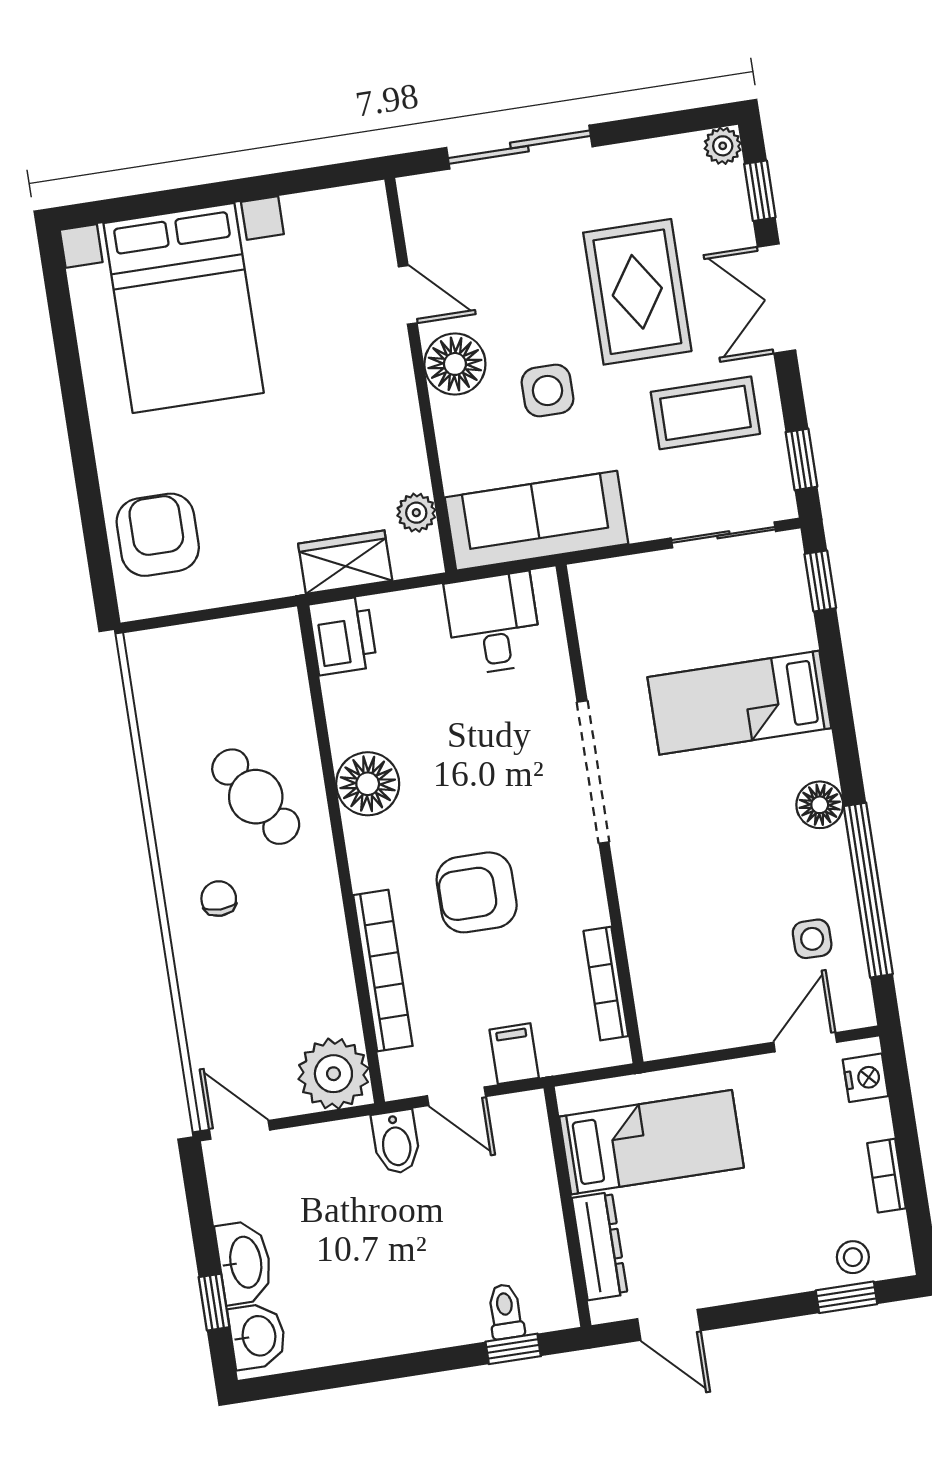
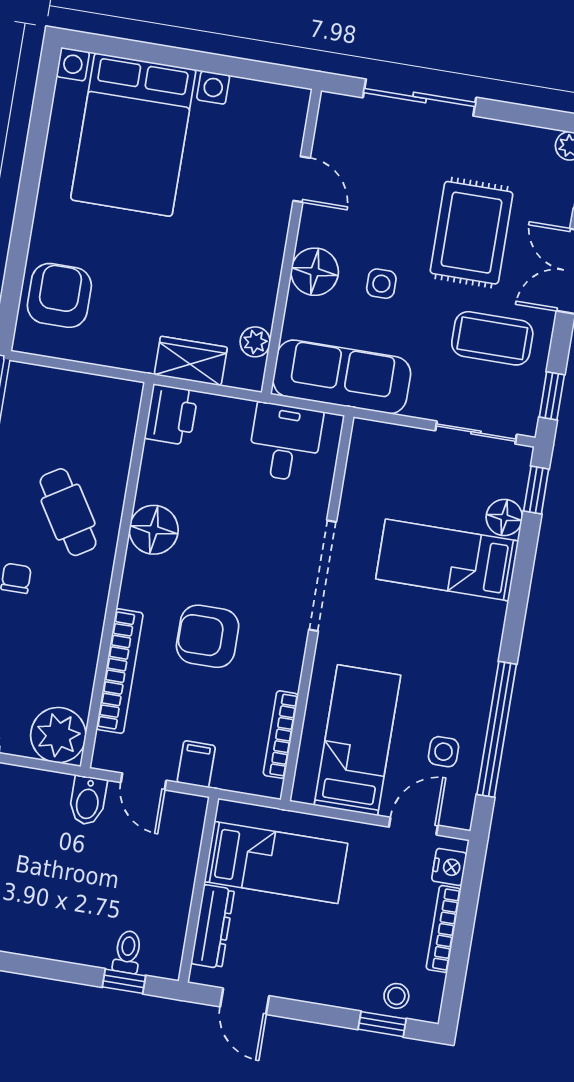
floor lamp: (455, 364) -> (315, 272), moved
side table: (548, 391) -> (381, 284), width x0.73, depth x0.73
floor lamp: (820, 805) -> (504, 517), moved
bed: (702, 960) -> (357, 740), added
bookcase: (886, 1176) -> (443, 929), width x1.56

